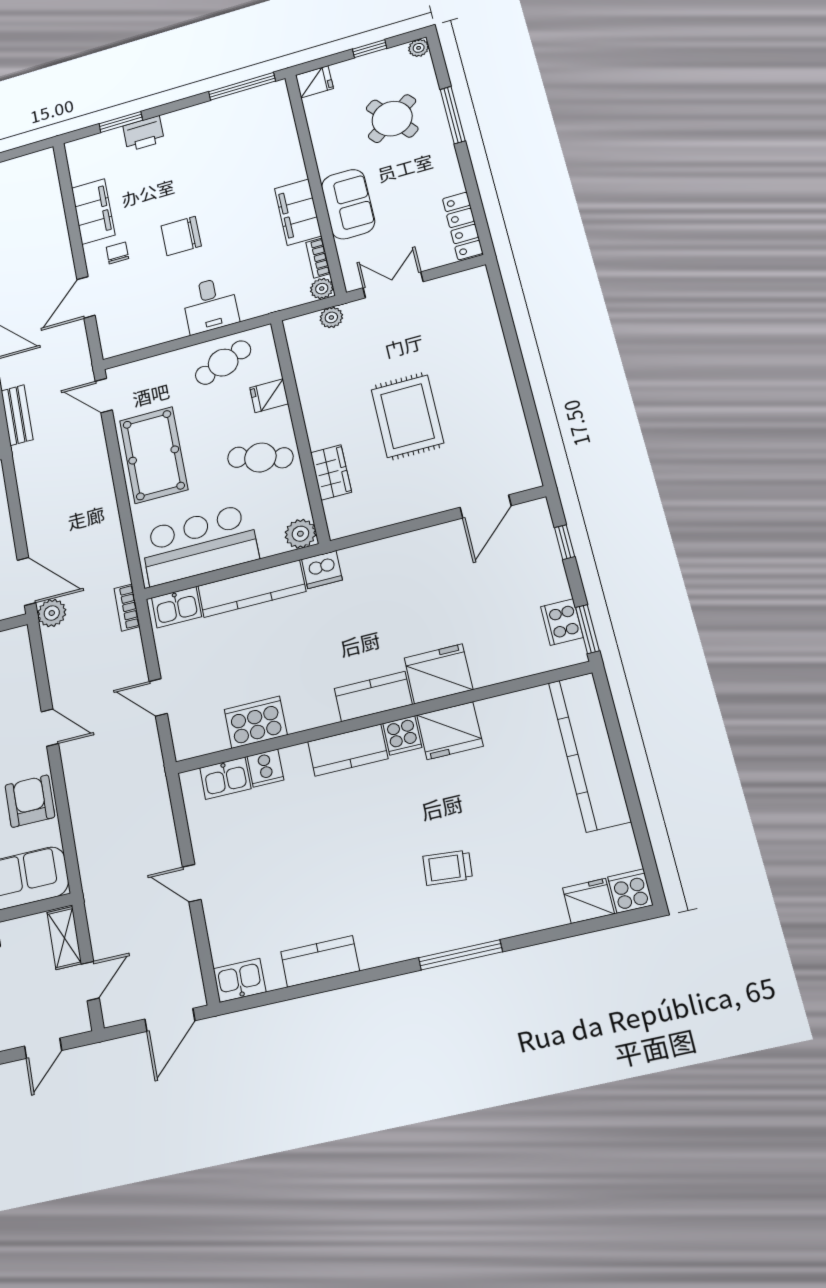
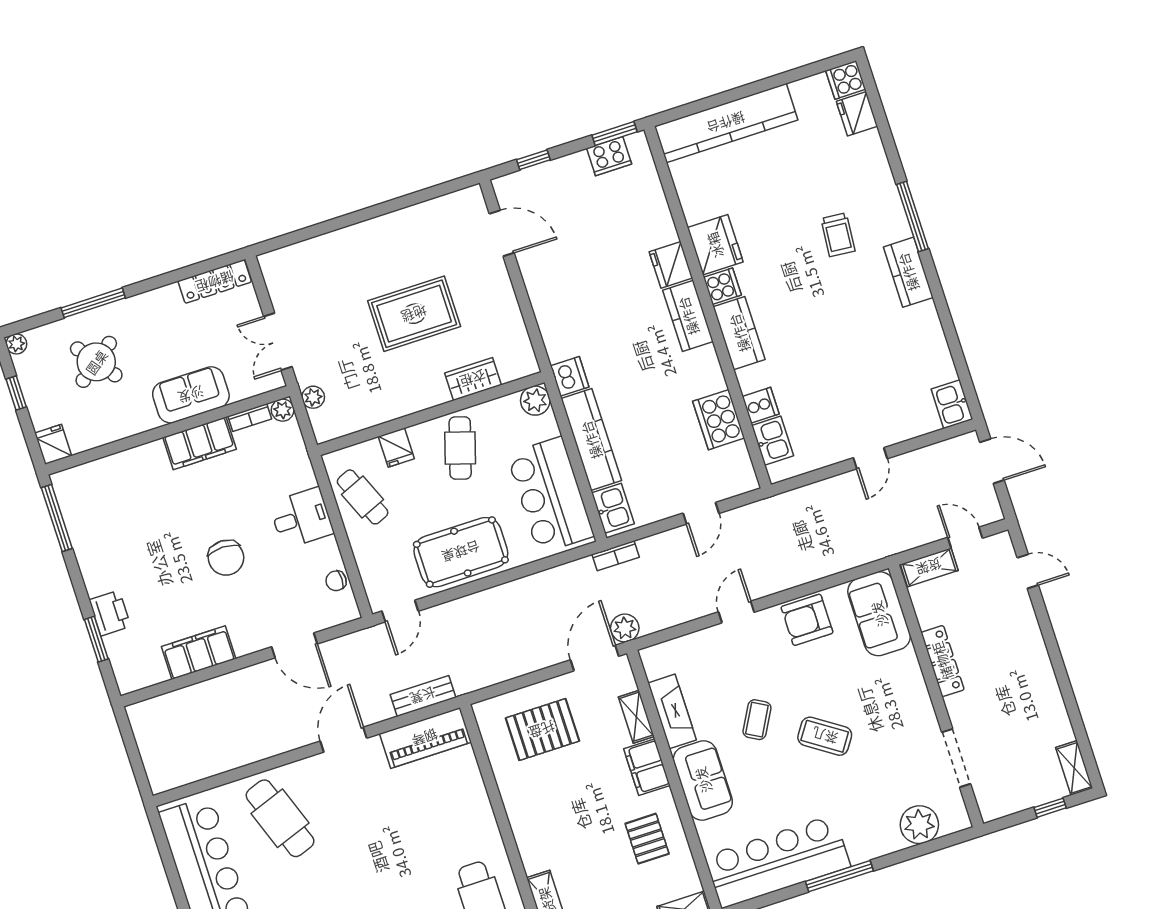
chair: (117, 253) -> (336, 581), moved
fridge: (438, 674) -> (671, 265), width x0.73, depth x0.75
kitchen counter: (320, 961) -> (908, 272), moved

